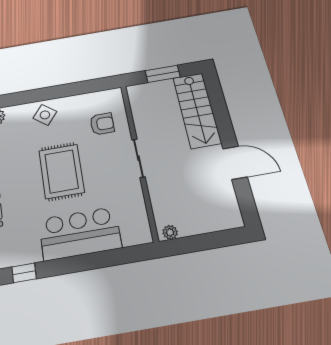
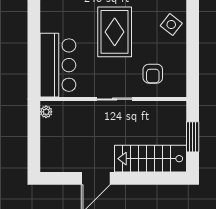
rug: (62, 171) -> (115, 32), turned 90
bar counter: (80, 233) -> (58, 65), moved

